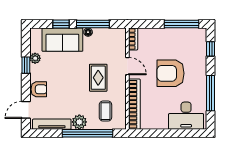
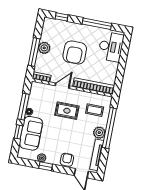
window: (181, 24) -> (34, 52), moved
plant: (169, 35) -> (44, 48), added

